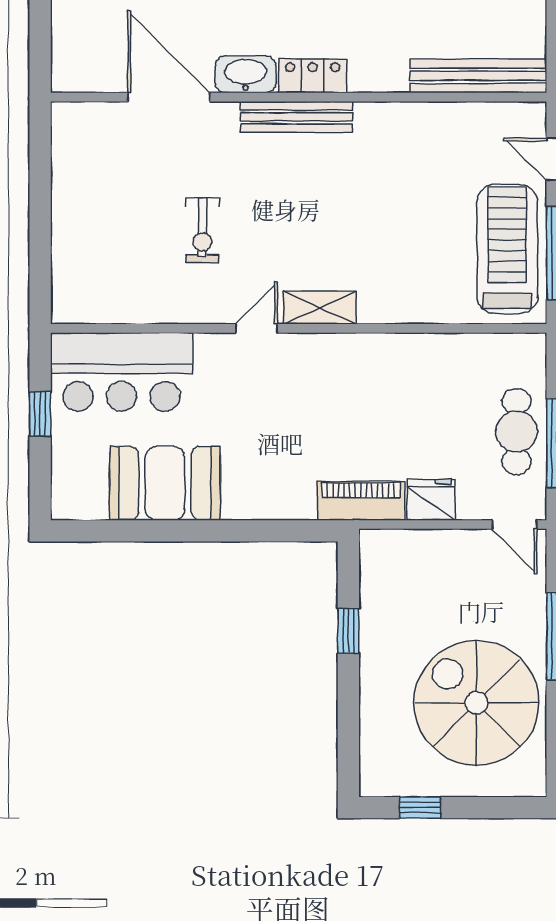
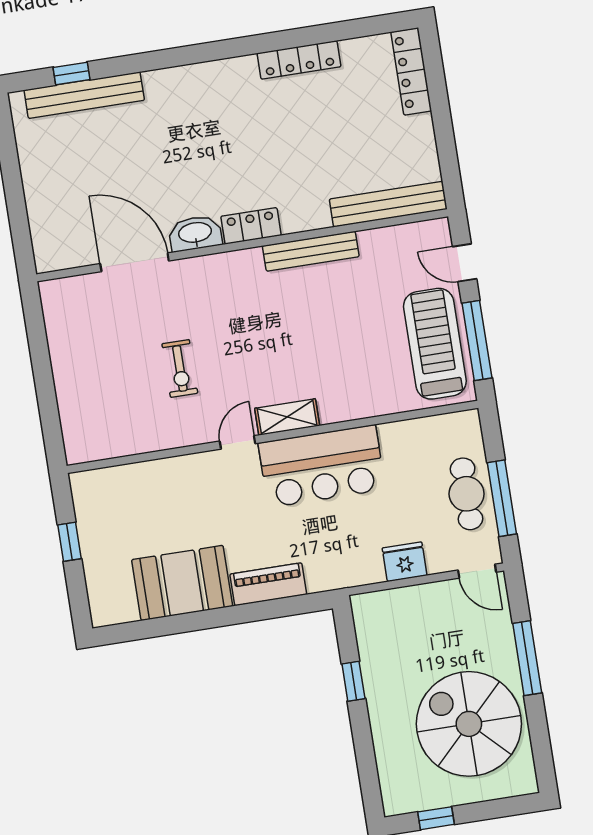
bench: (297, 117) -> (311, 251), moved
bar counter: (121, 372) -> (322, 466), moved
piano: (361, 501) -> (268, 584), moved

